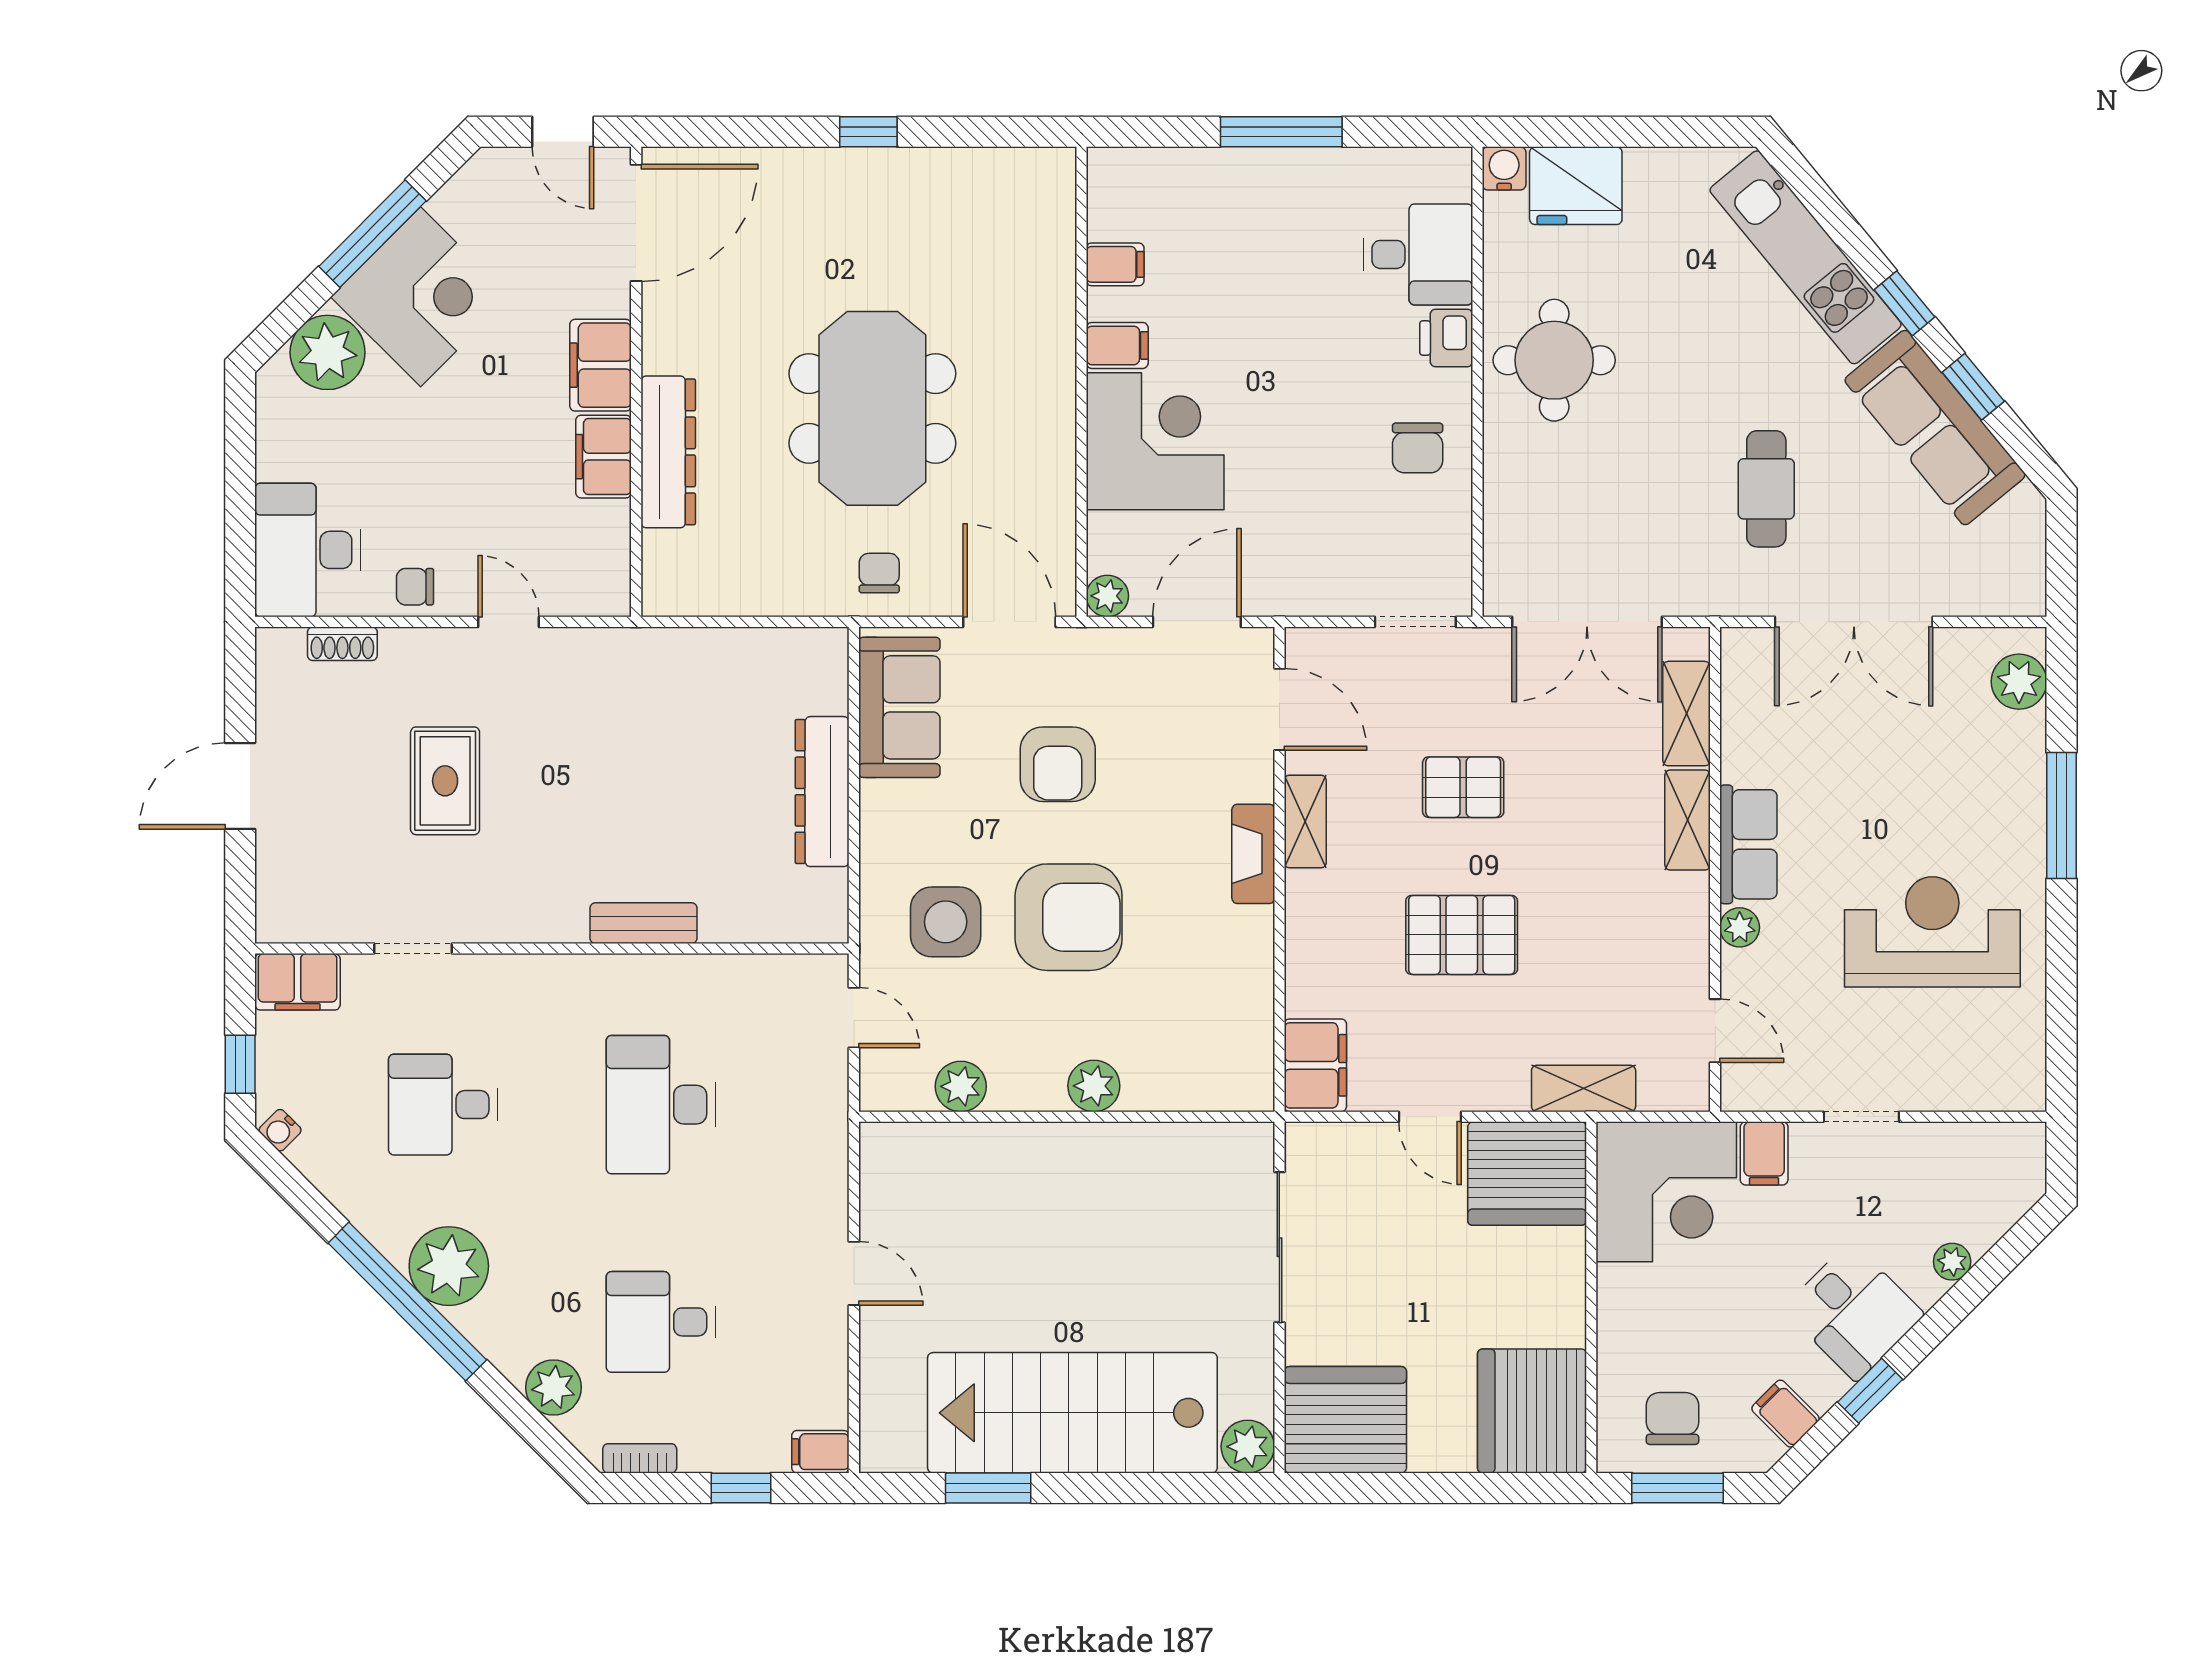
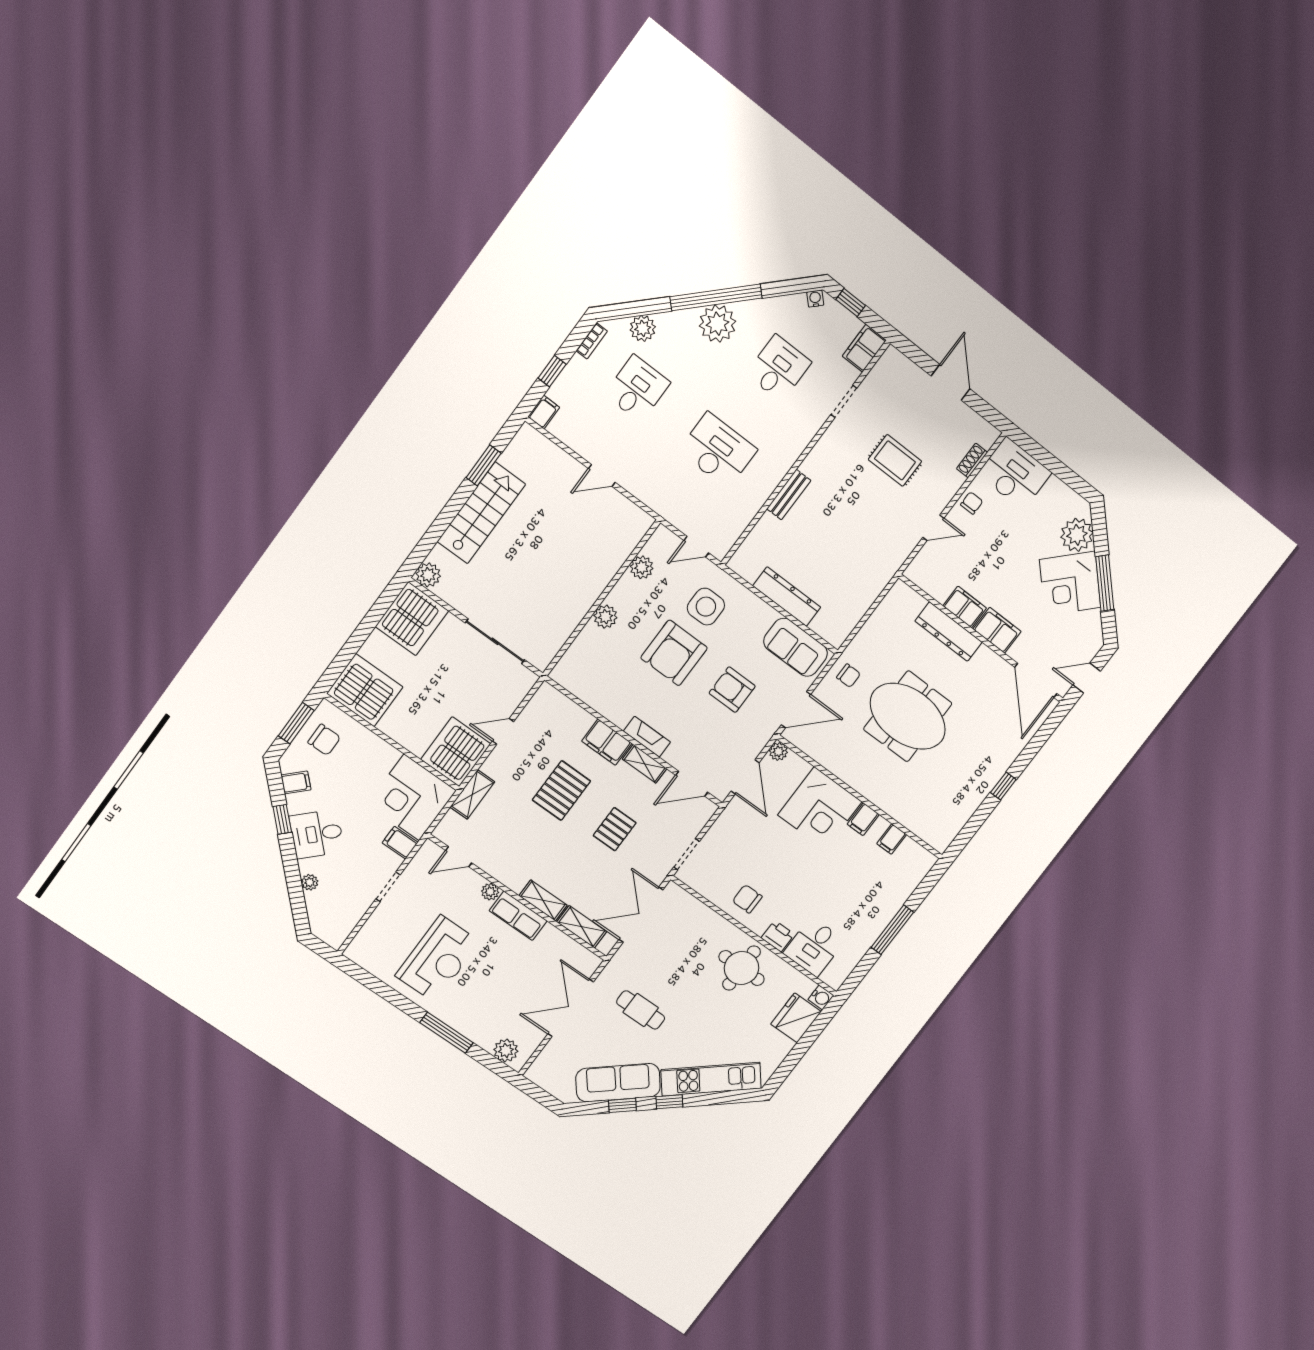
filing cabinet: (1315, 1065) -> (607, 742), moved
stairs: (1072, 1413) -> (481, 513), width x0.73, depth x0.66

